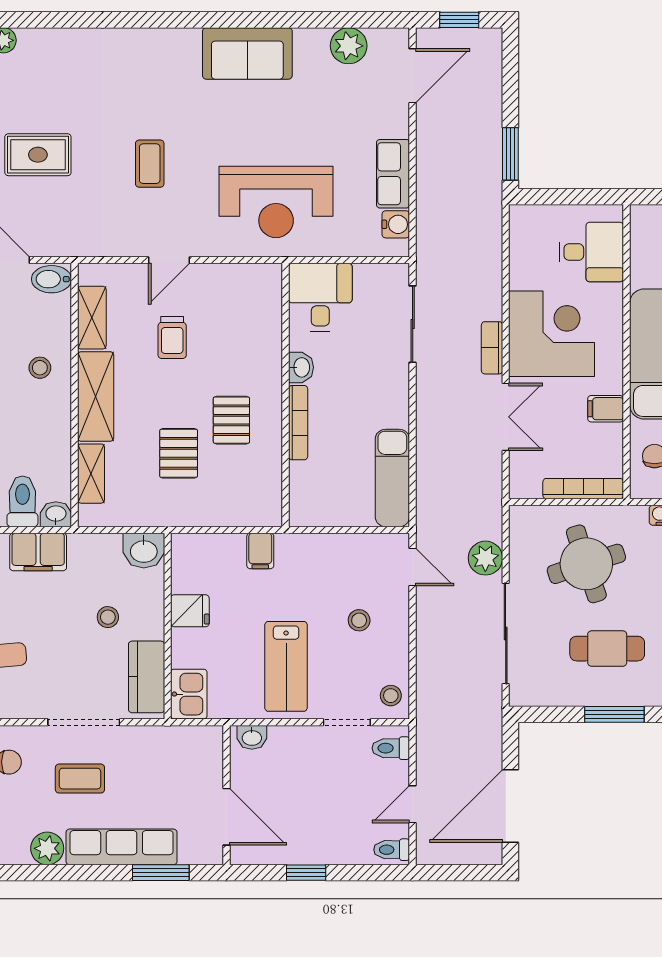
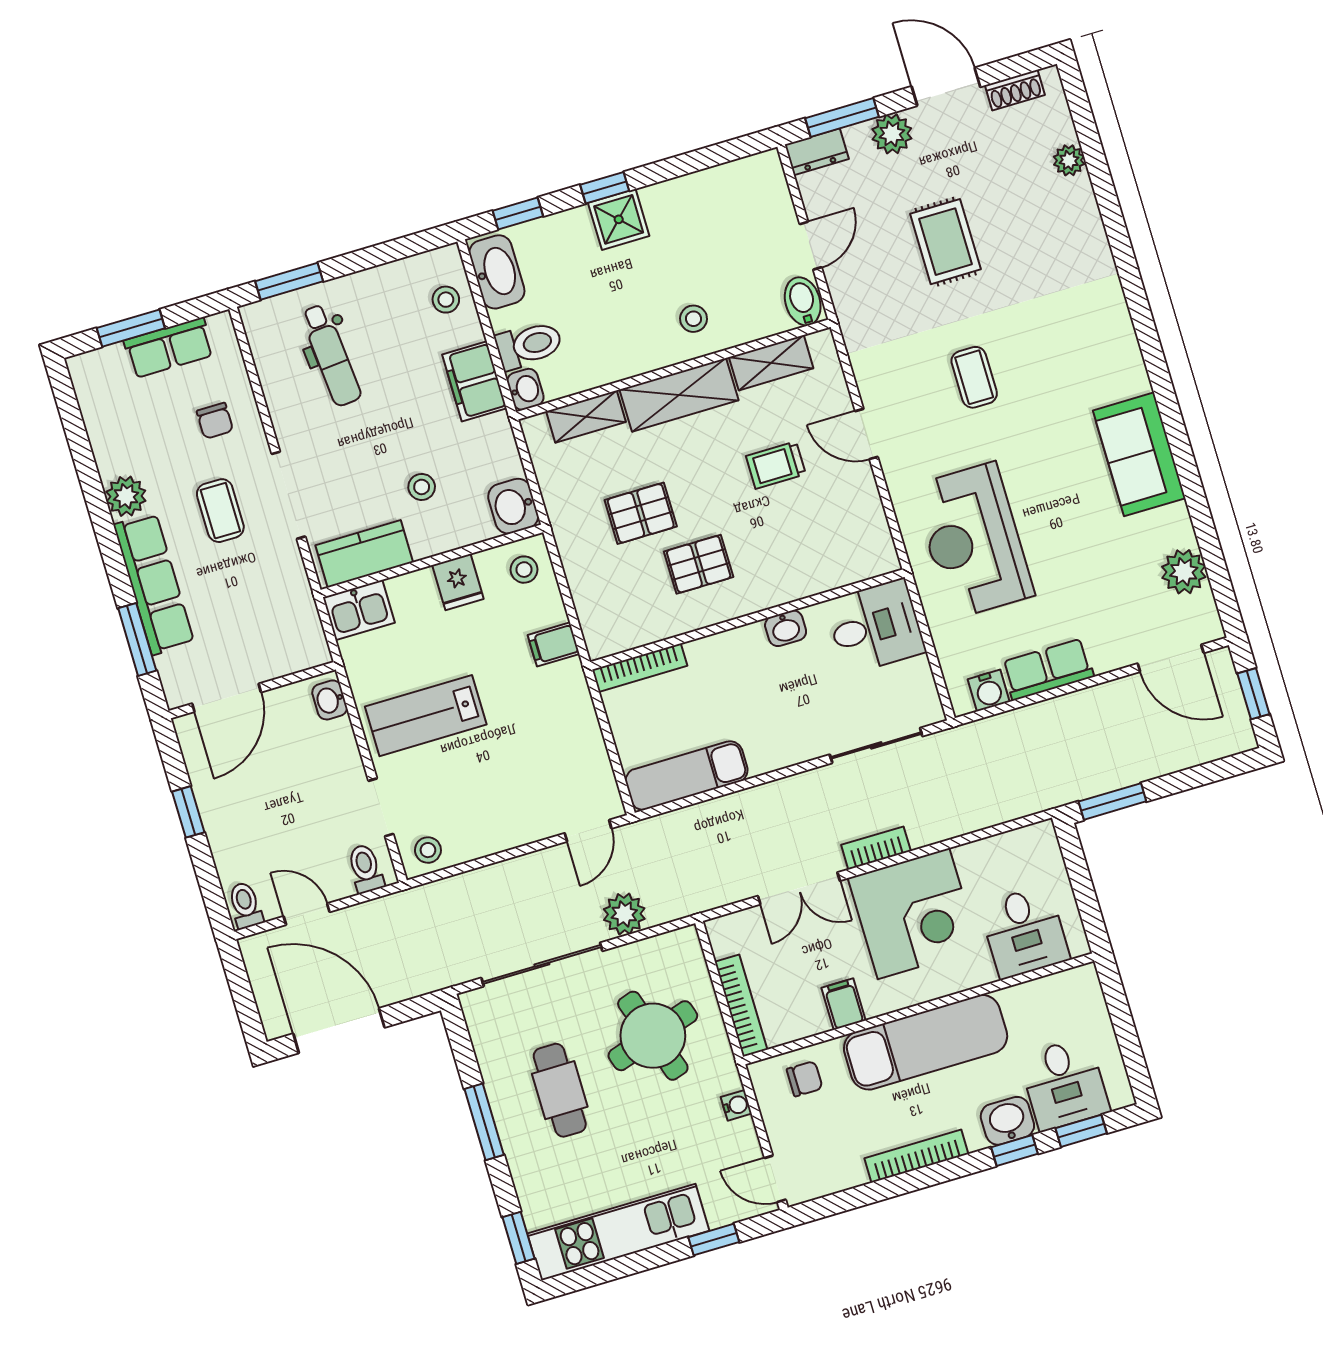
coffee table: (150, 164) -> (974, 377), turned 90
bookcase: (298, 423) -> (640, 668), moved
stool: (359, 620) -> (524, 570), moved

